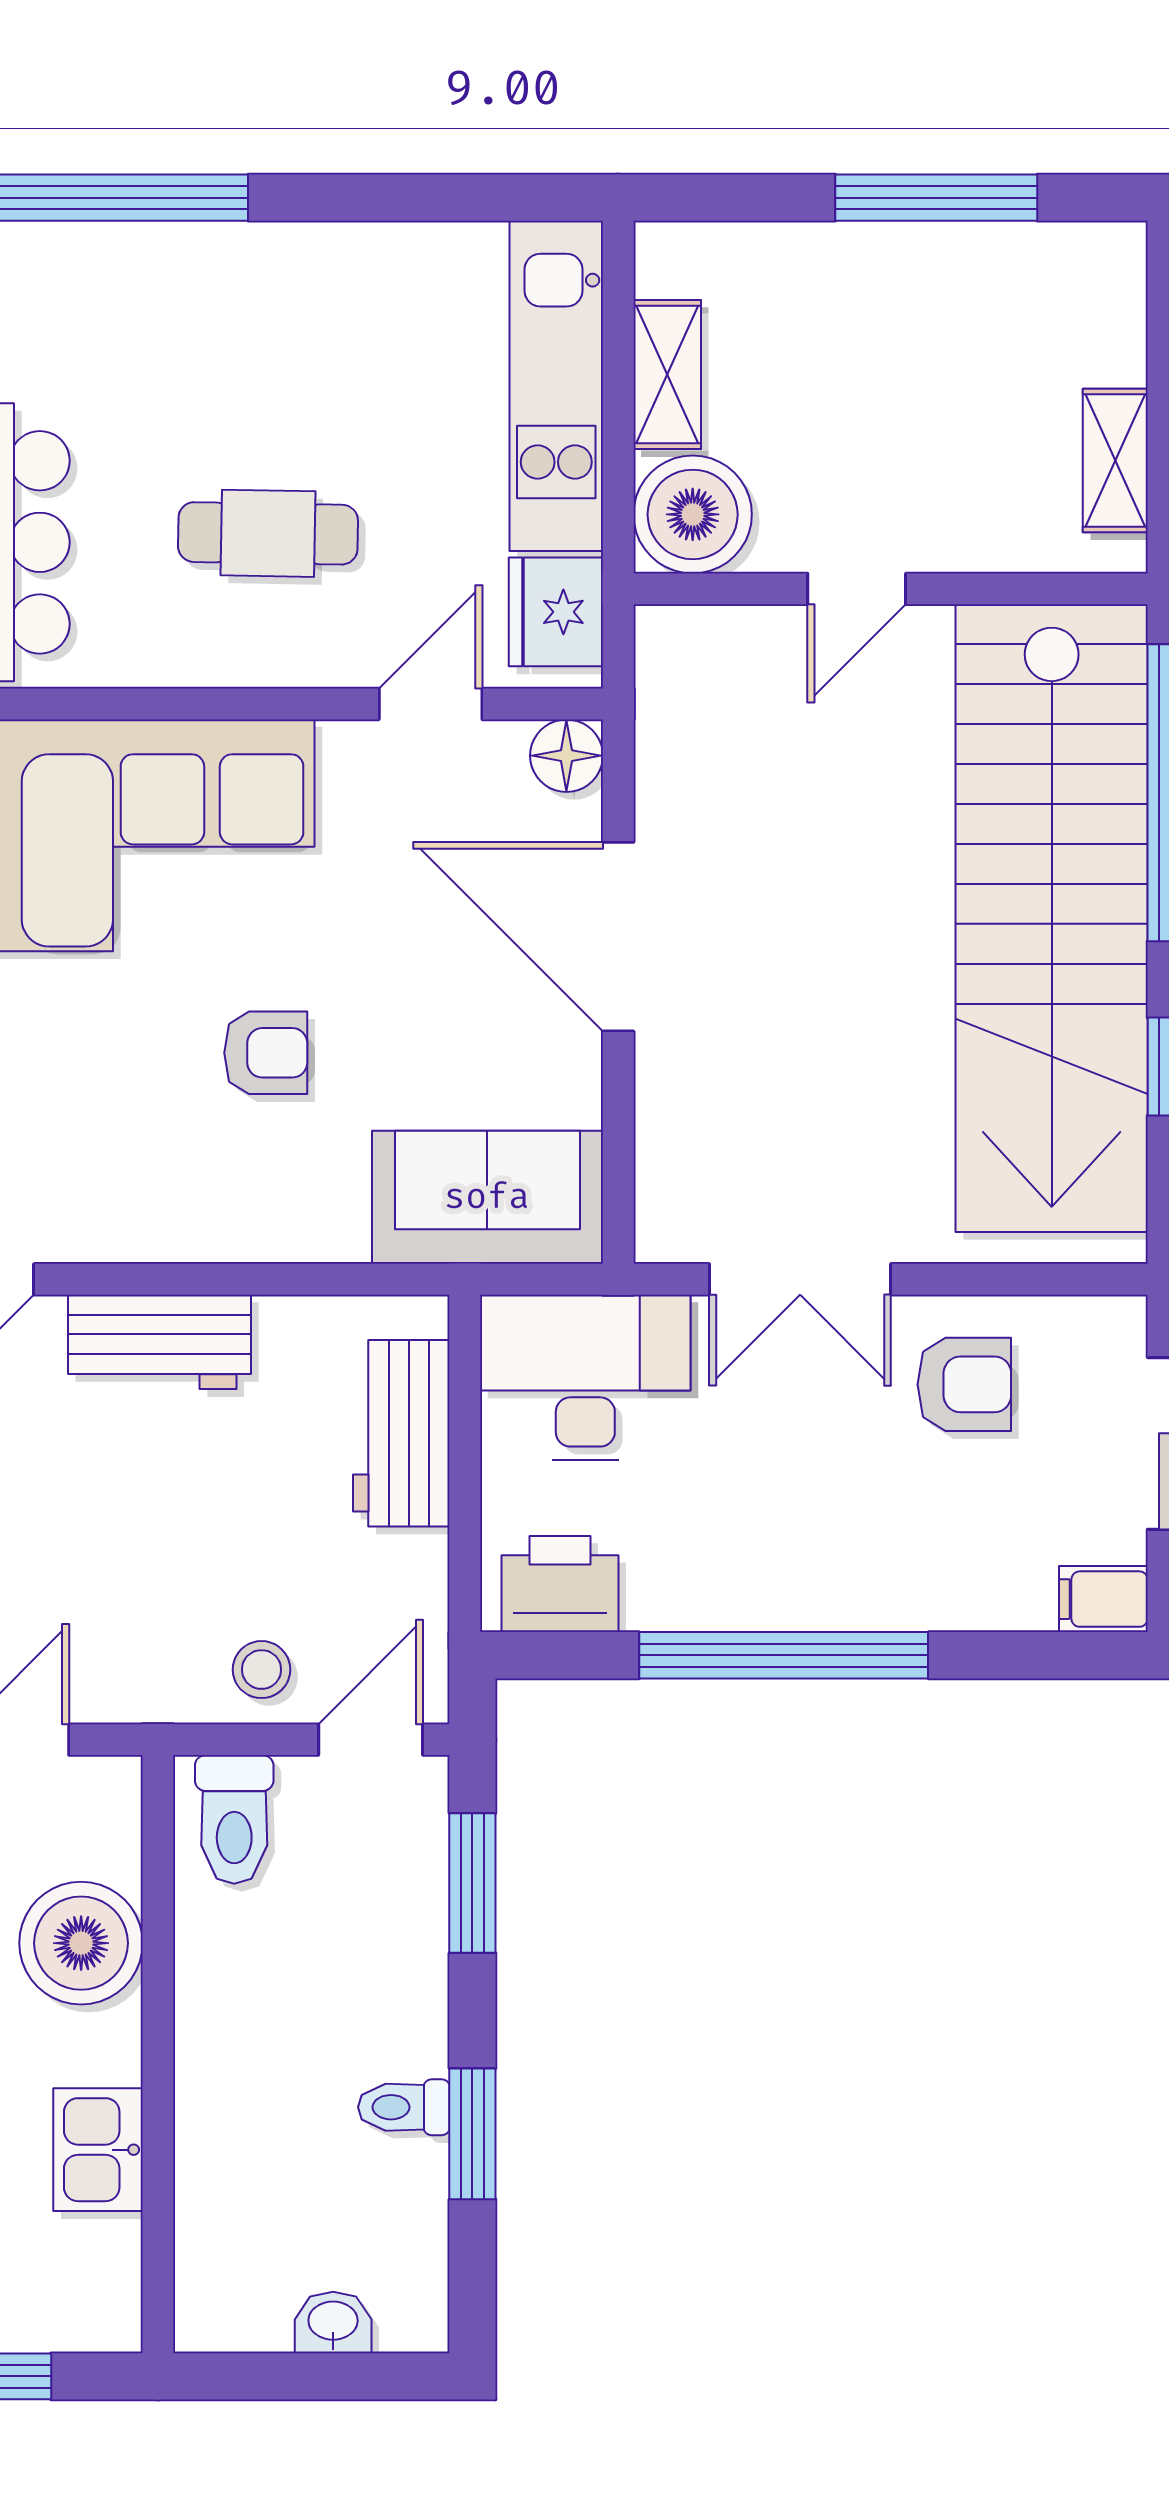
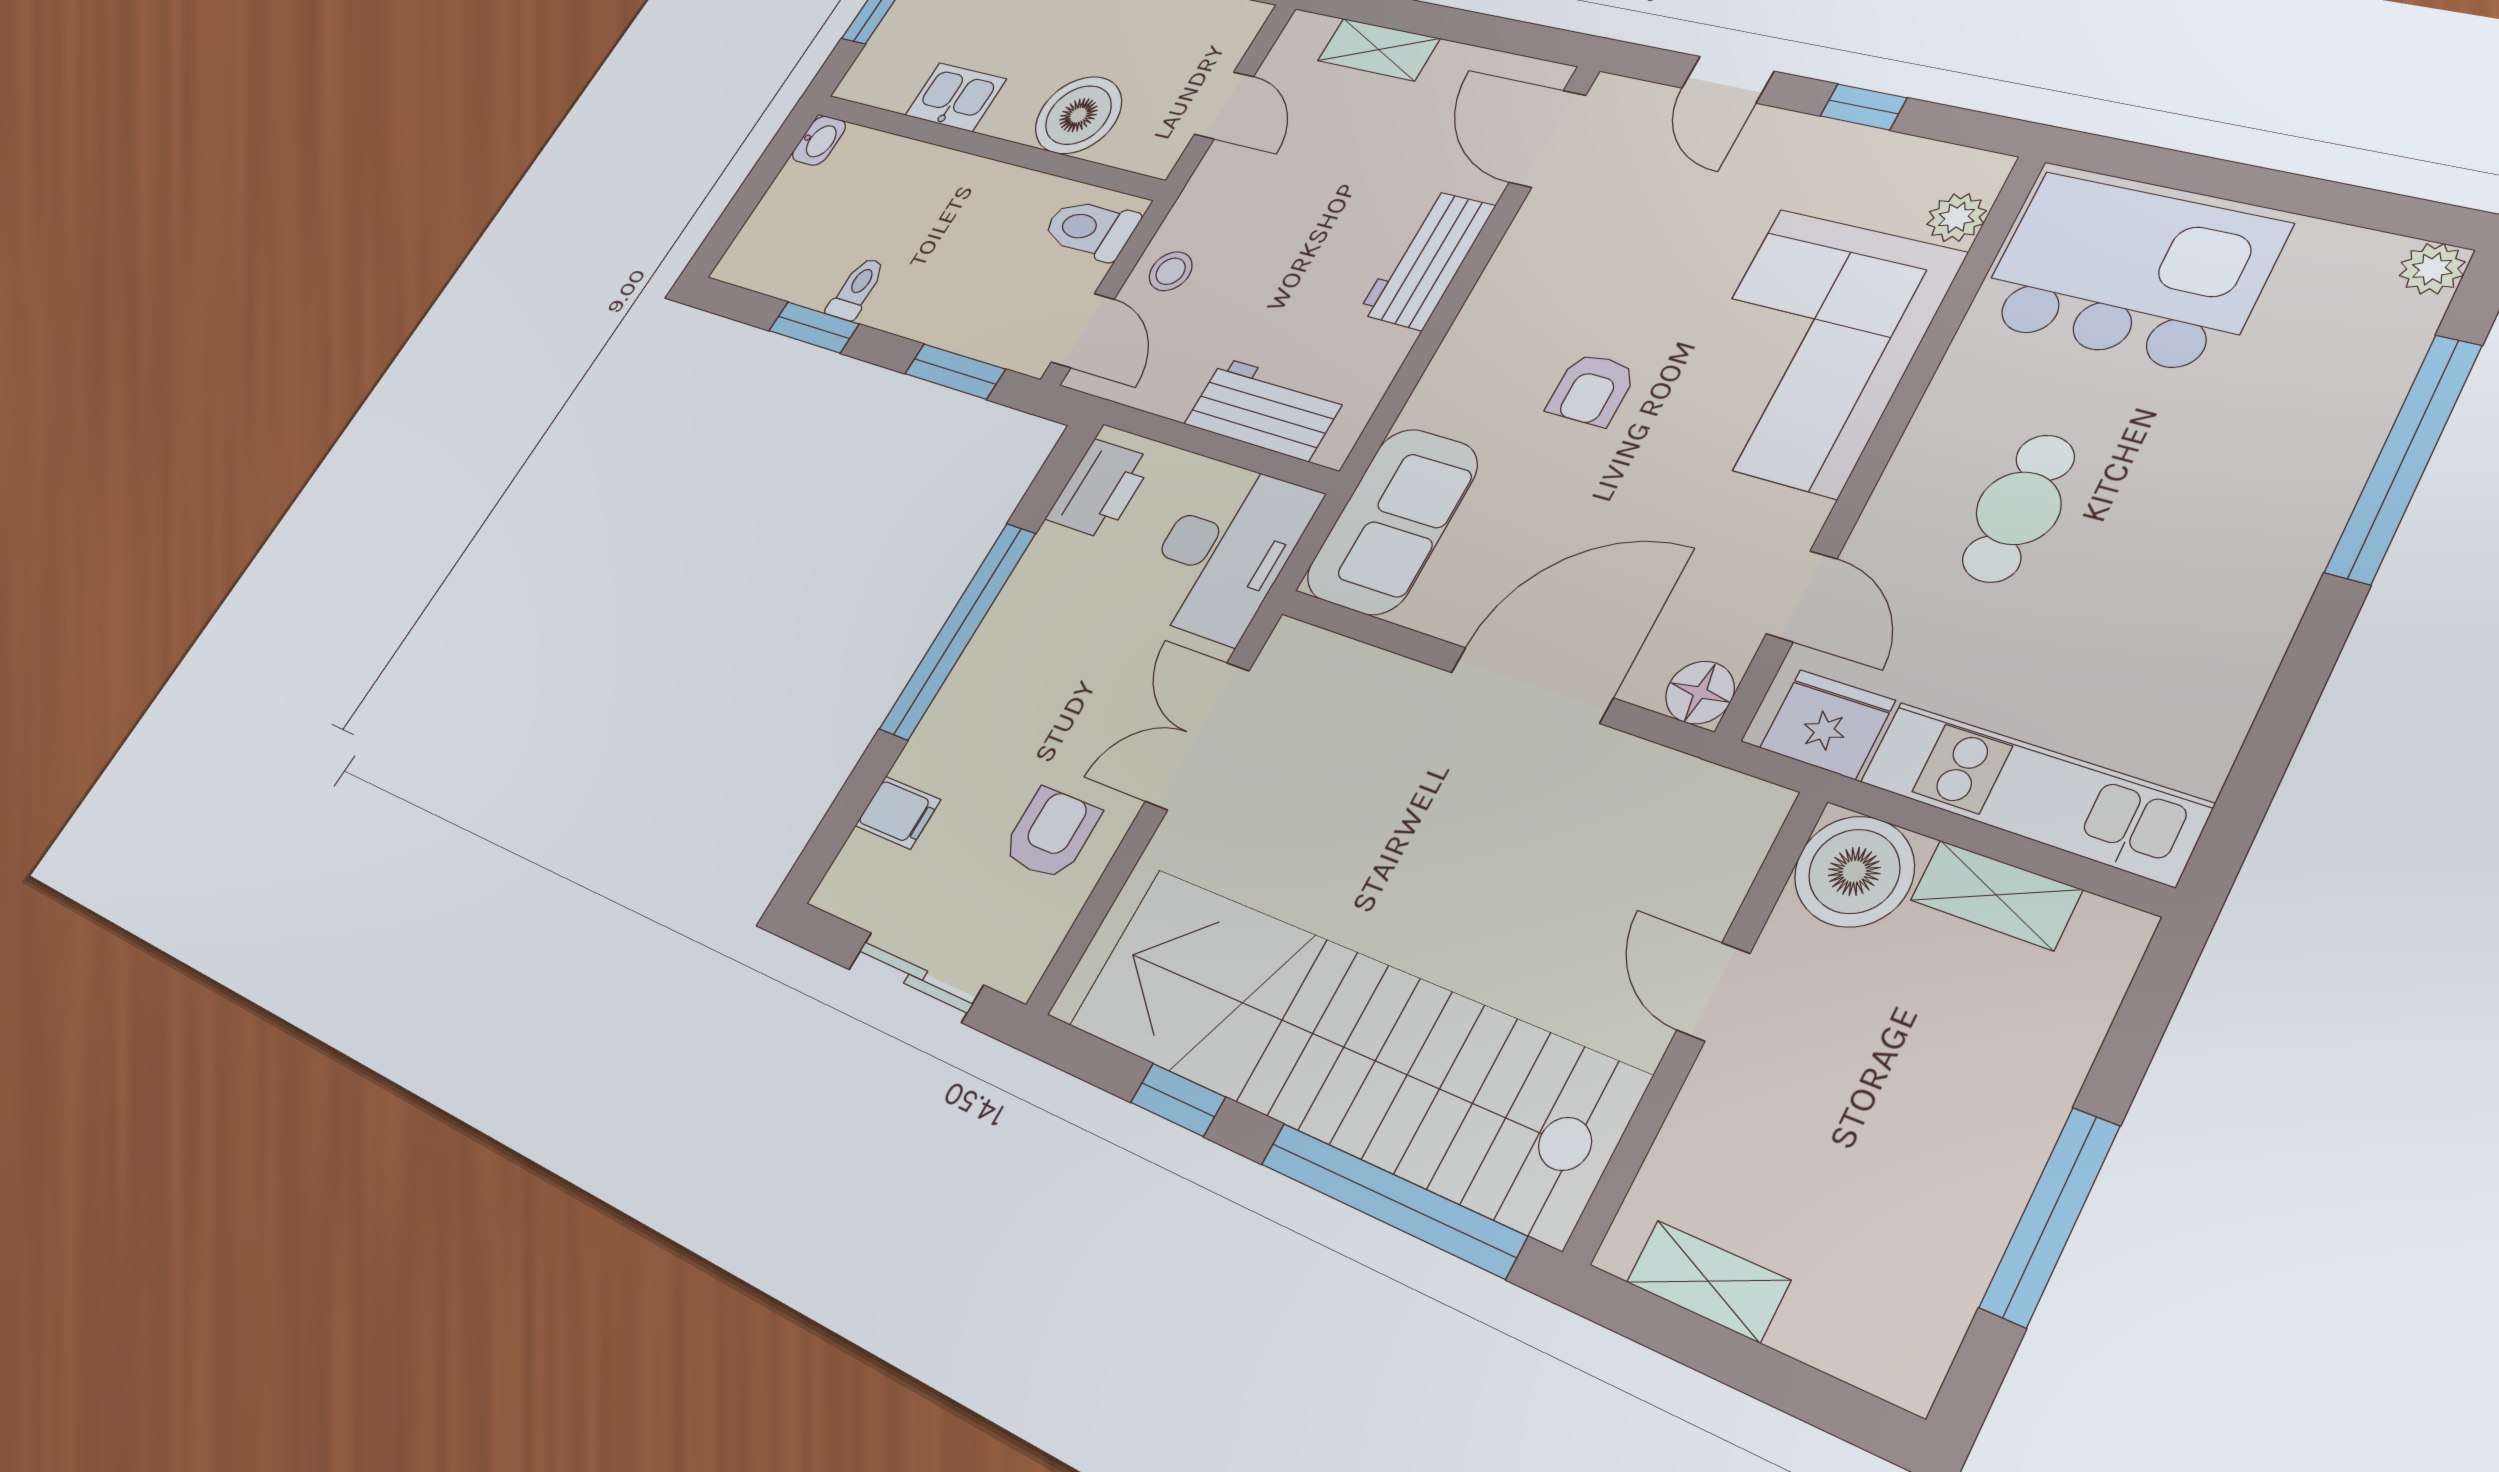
armchair: (964, 1384) -> (1051, 833), turned 180
filing cabinet: (1103, 1599) -> (898, 813), moved, turned 90
washbasin: (333, 2322) -> (819, 141), moved

